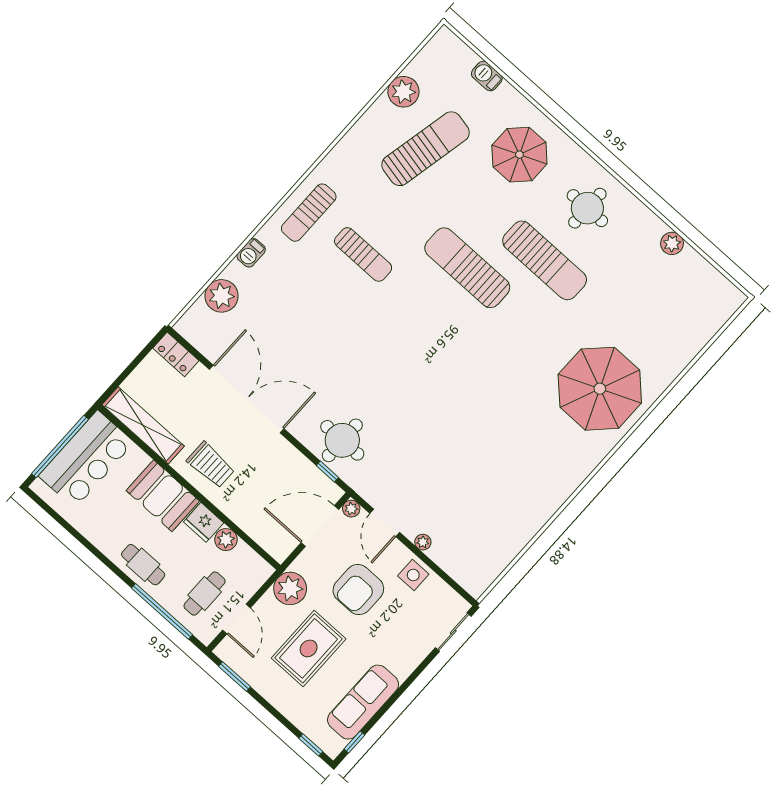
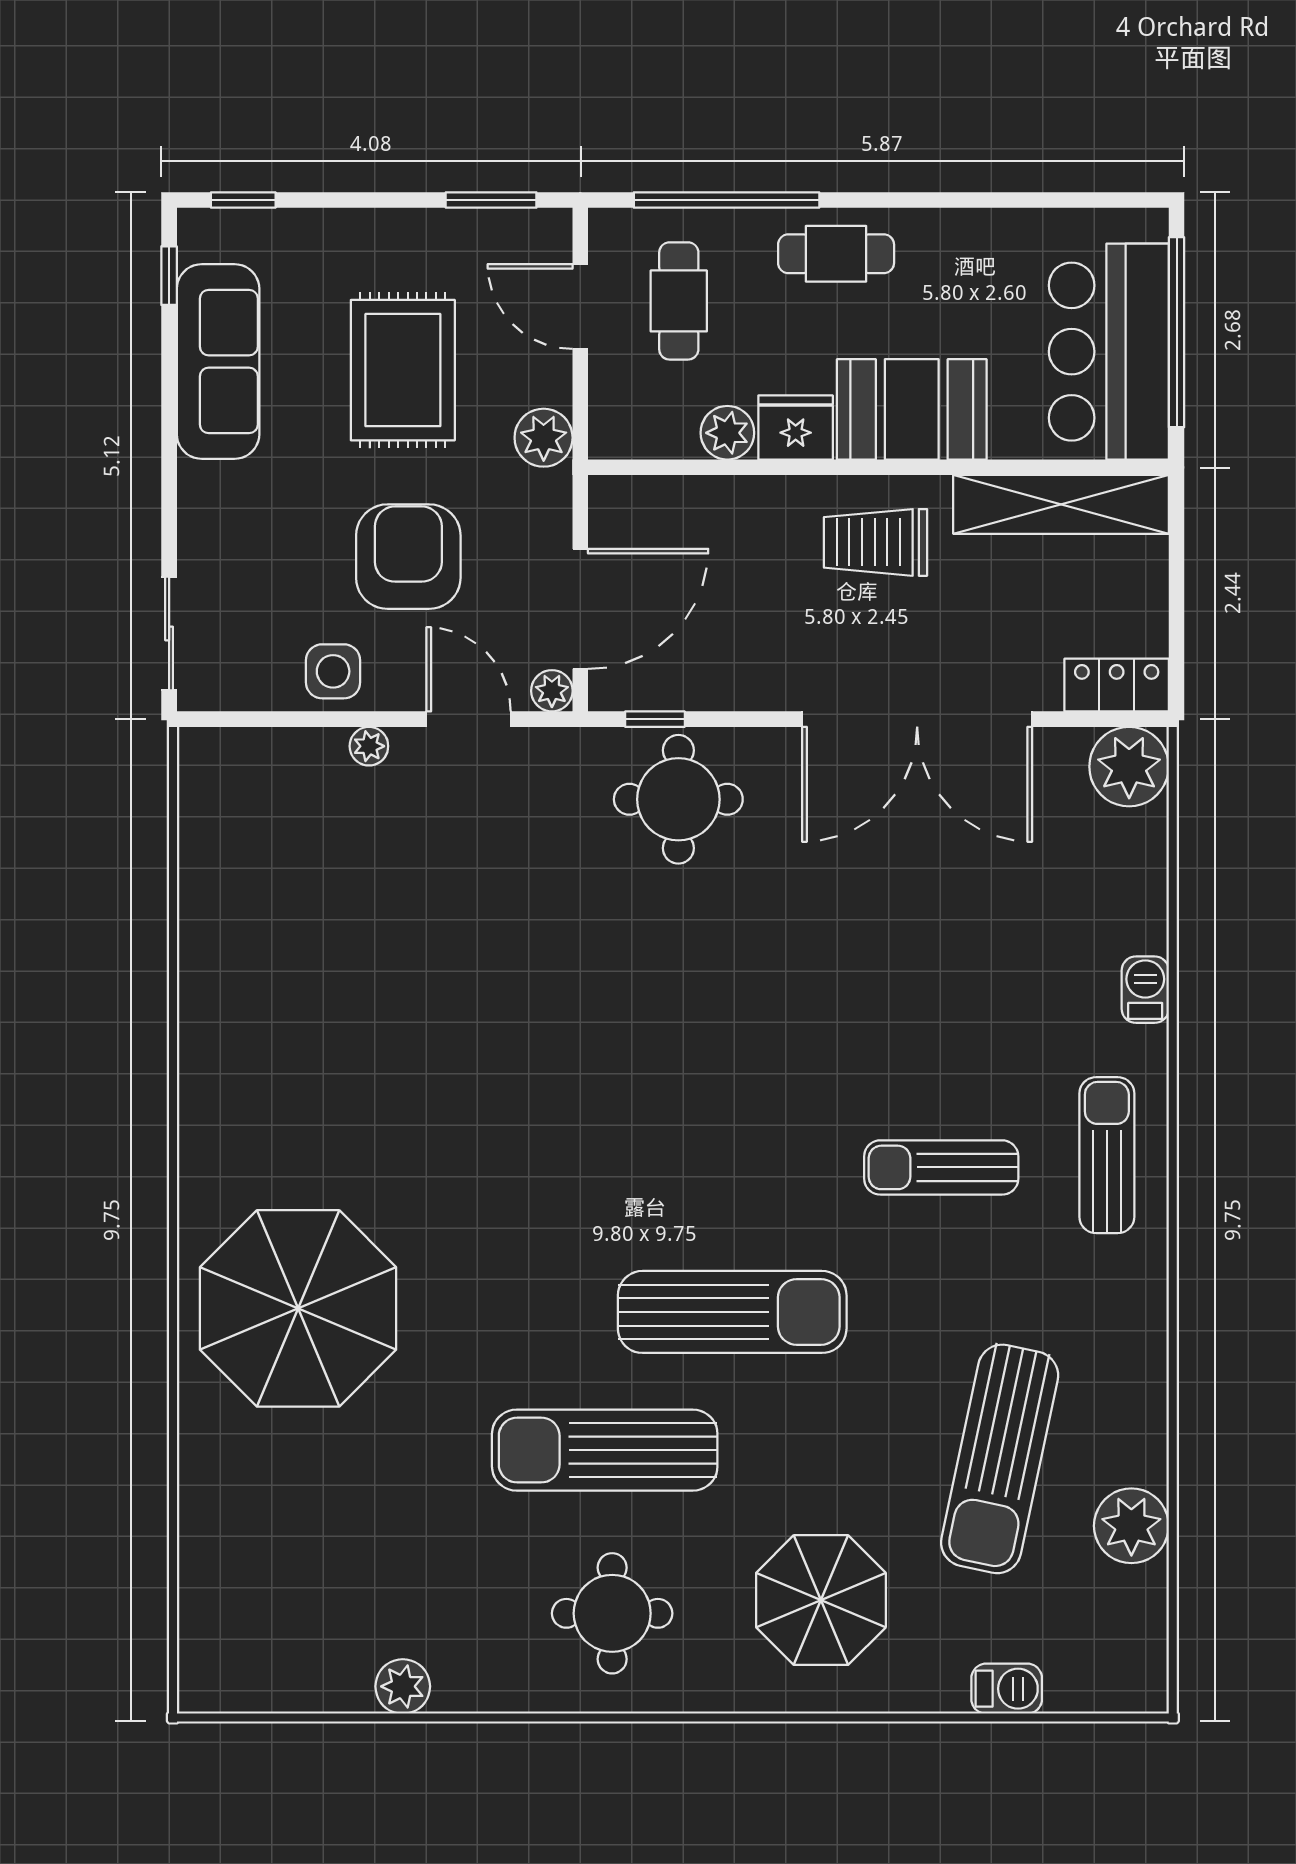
plant: (222, 296) -> (1129, 767), moved
plant: (290, 588) -> (544, 438), width x0.73, depth x0.73

